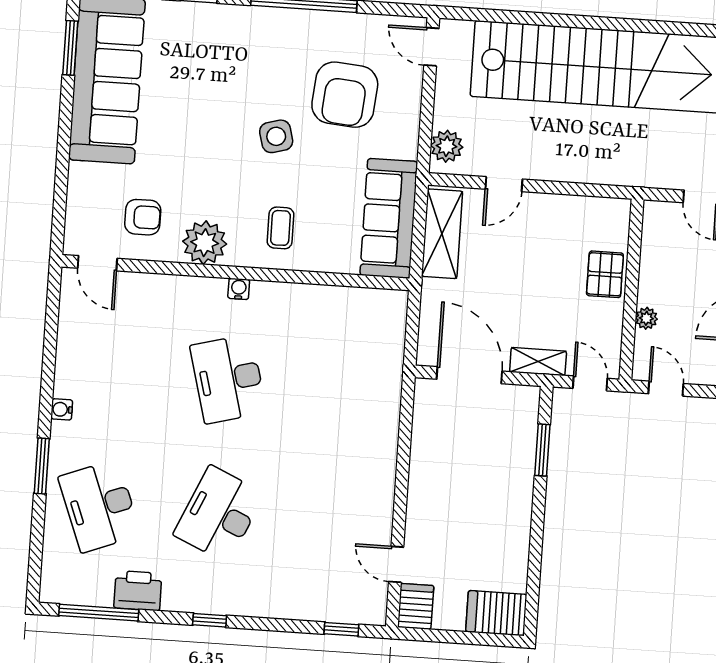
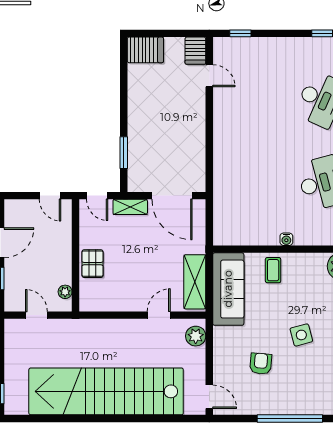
armchair: (345, 95) -> (261, 364), width x0.53, depth x0.53
coffee table: (281, 228) -> (273, 270), moved
water cooler: (239, 289) -> (286, 239), moved
plant: (646, 318) -> (65, 292), moved

